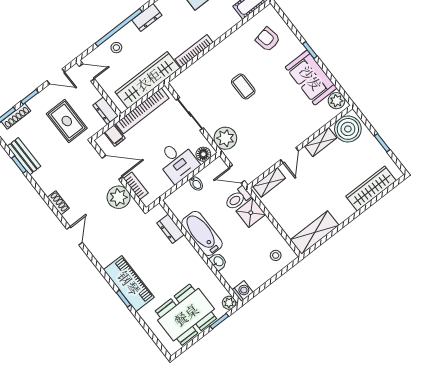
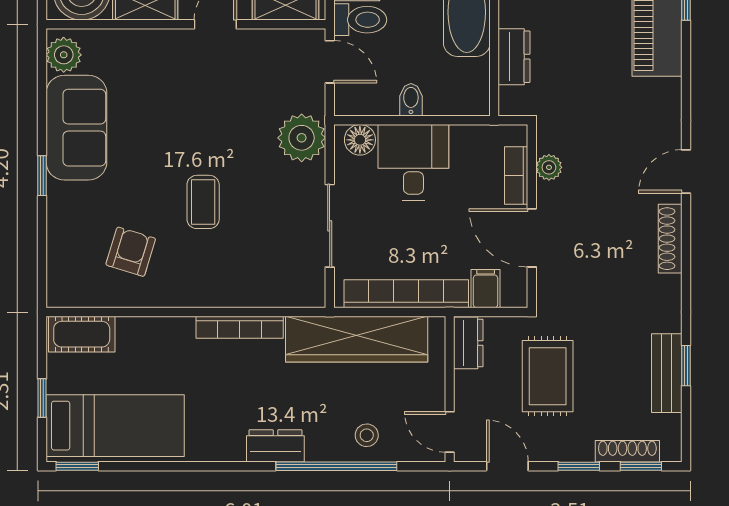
armchair: (268, 39) -> (131, 252), moved, turned -152
plant: (119, 197) -> (549, 167), width x0.53, depth x0.53
shoe rack: (58, 203) -> (670, 239), width x1.43

